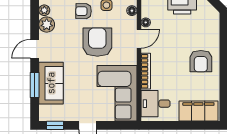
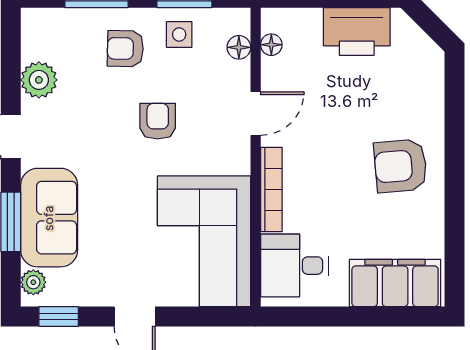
plant: (44, 10) -> (33, 282), moved
floor lamp: (146, 22) -> (271, 45), moved
armchair: (97, 42) -> (158, 121), width x0.53, depth x0.53
armchair: (201, 61) -> (401, 166), turned 85

